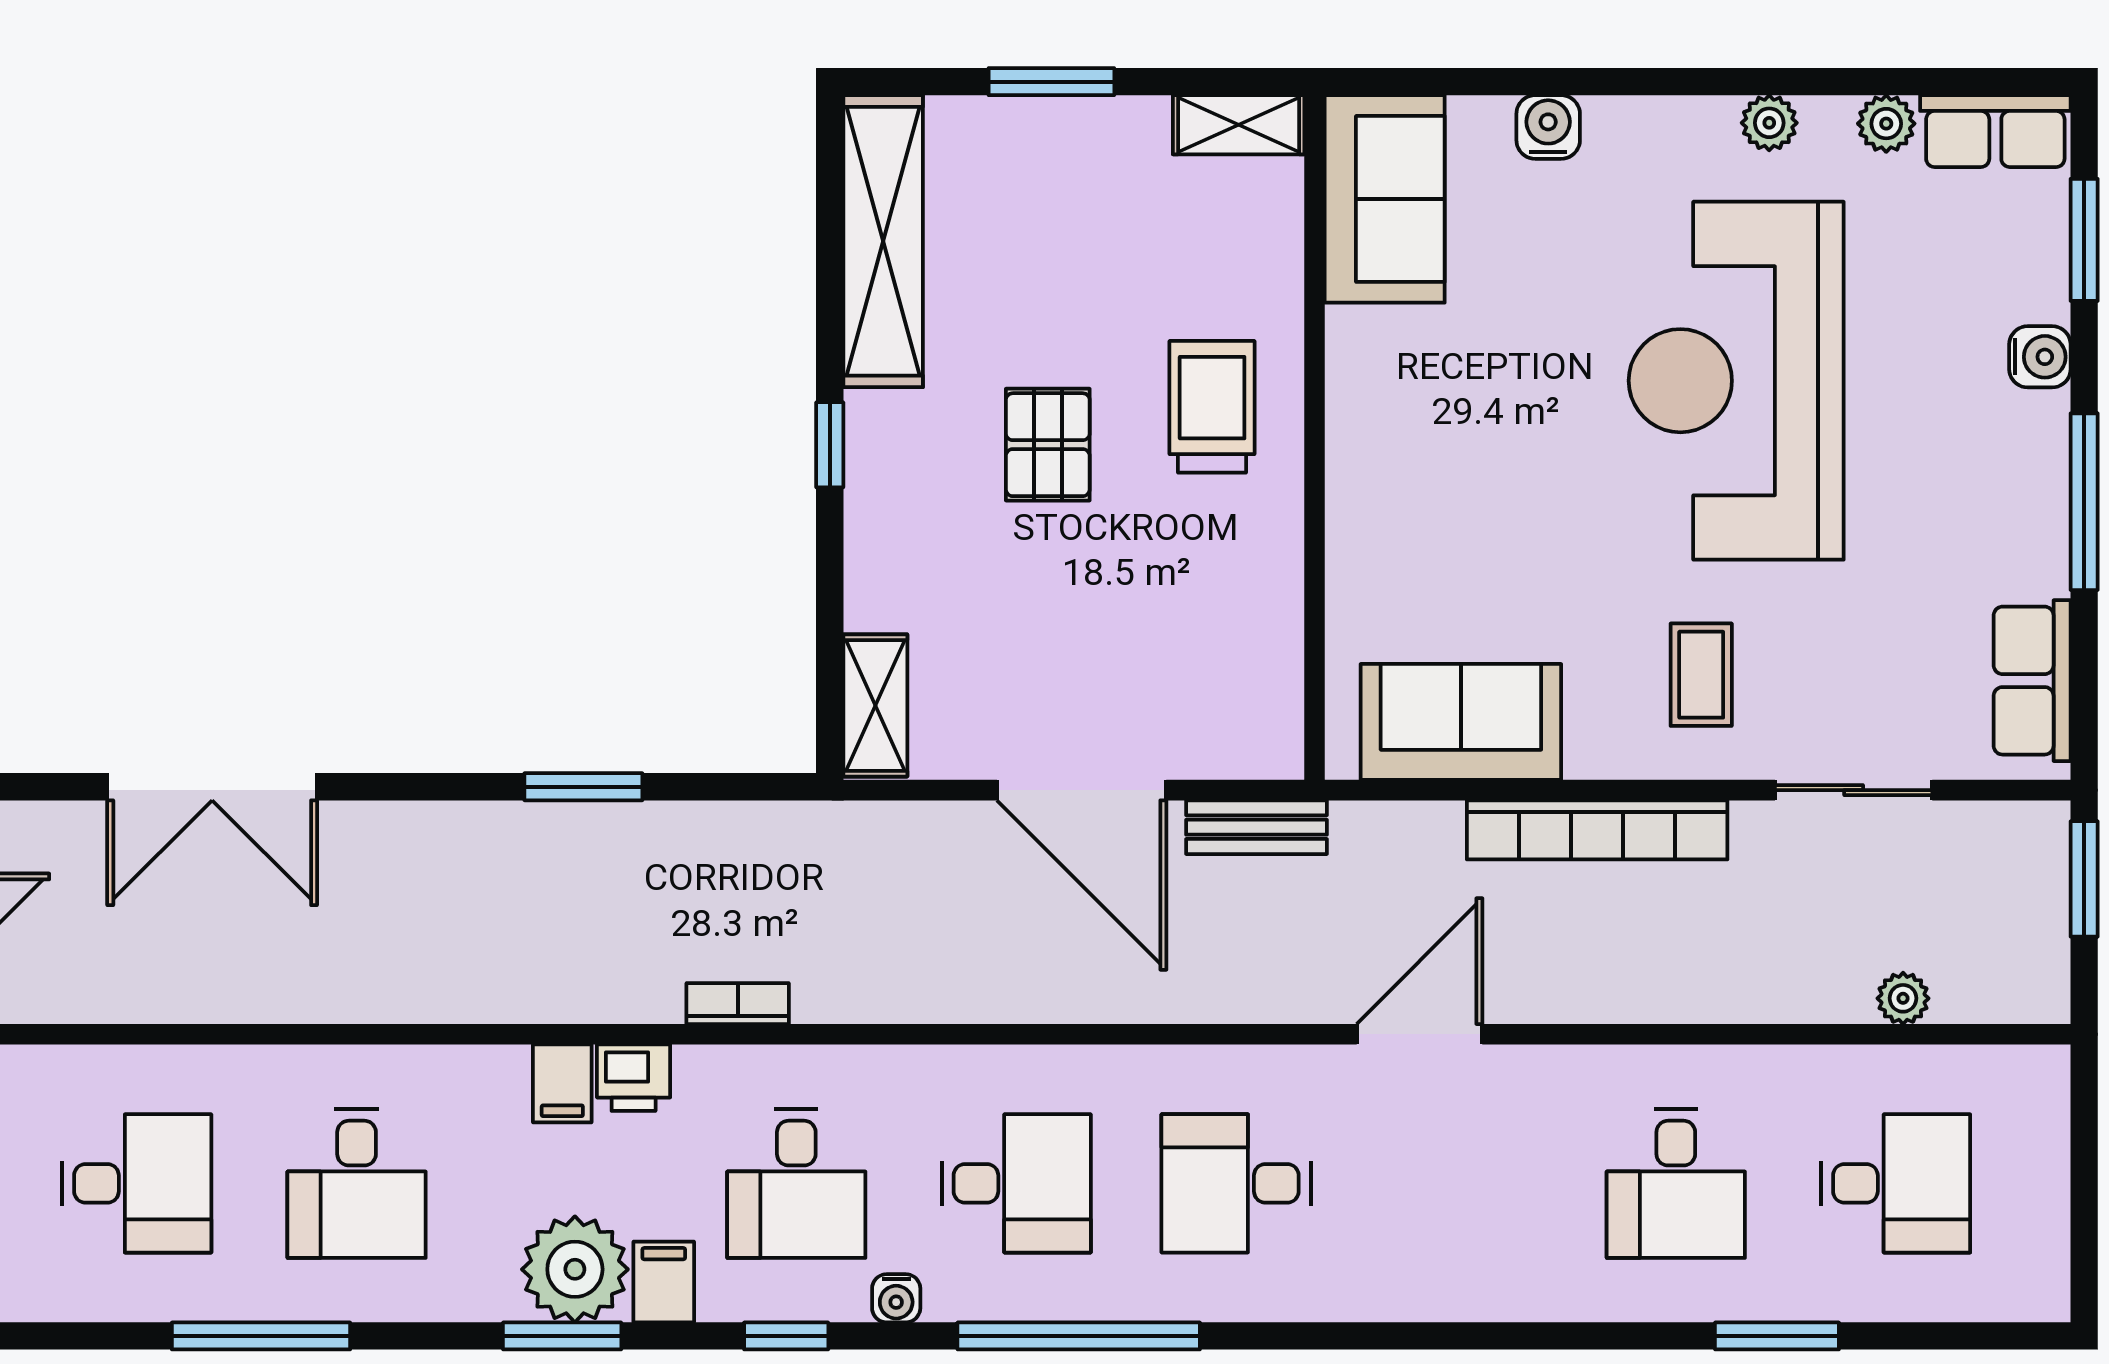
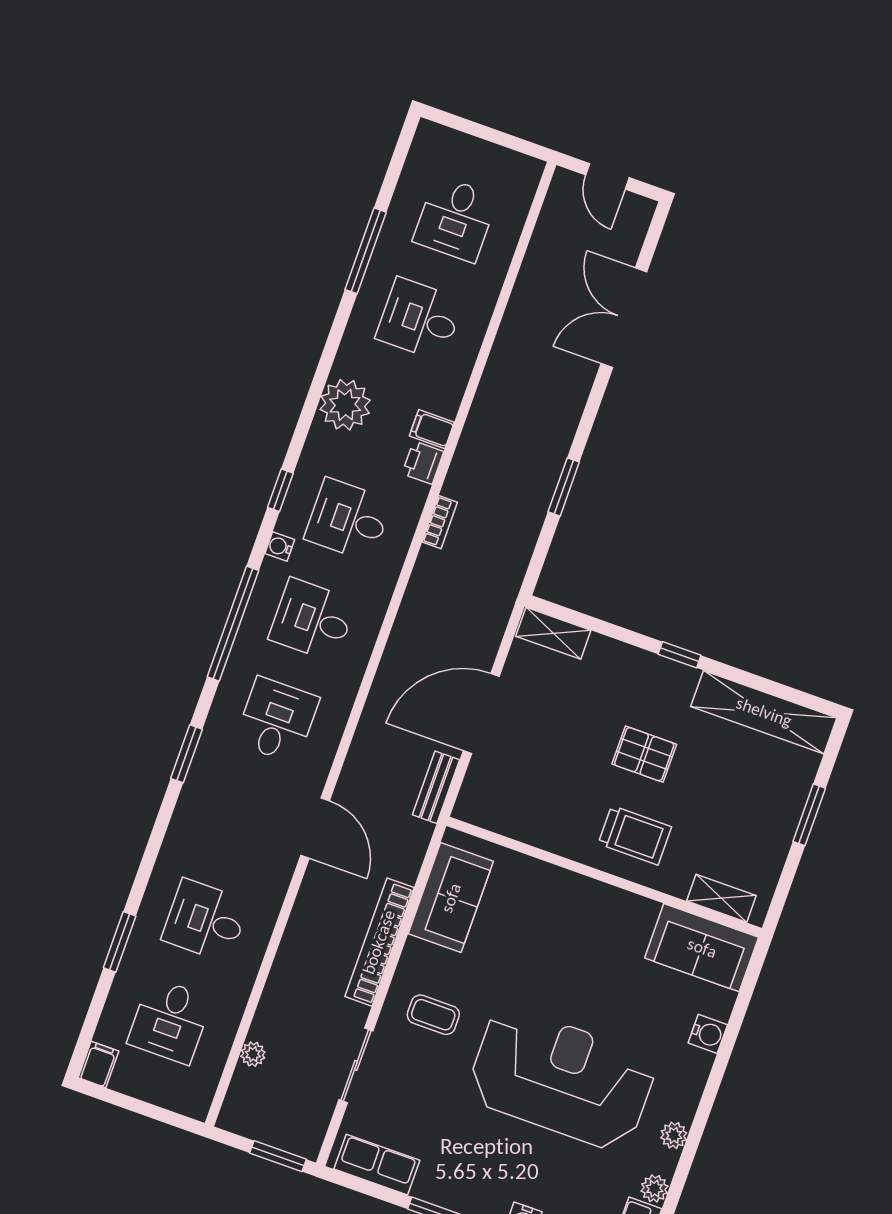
shelving: (1239, 125) -> (721, 898), moved, turned 90
desk: (1016, 1183) -> (313, 620), turned 90
filing cabinet: (664, 1282) -> (98, 1064), moved, turned -90
window: (562, 1336) -> (187, 754), moved

